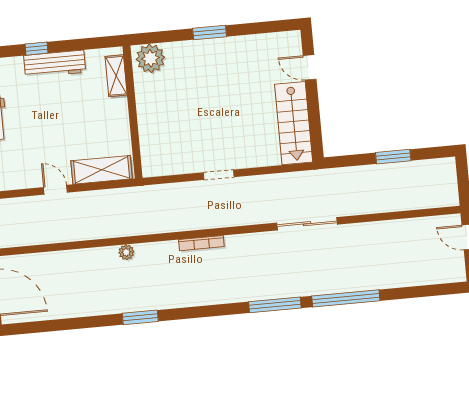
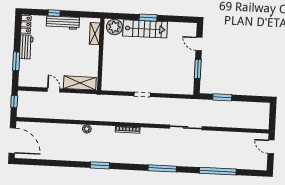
window: (314, 113) -> (198, 69), added
stairs: (294, 123) -> (145, 29), moved, turned -90
window: (393, 157) -> (222, 97), moved
window: (346, 298) -> (218, 171), moved
window: (140, 317) -> (100, 165), moved

